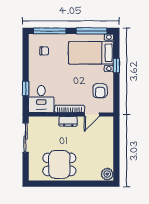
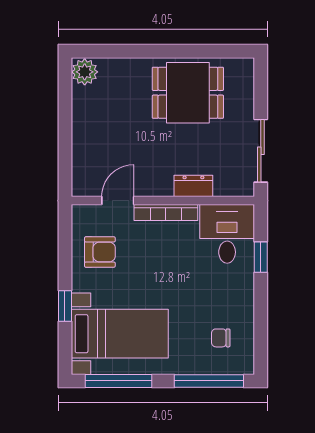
armchair: (100, 91) -> (100, 252), turned 90
dresser: (68, 121) -> (193, 186), moved

